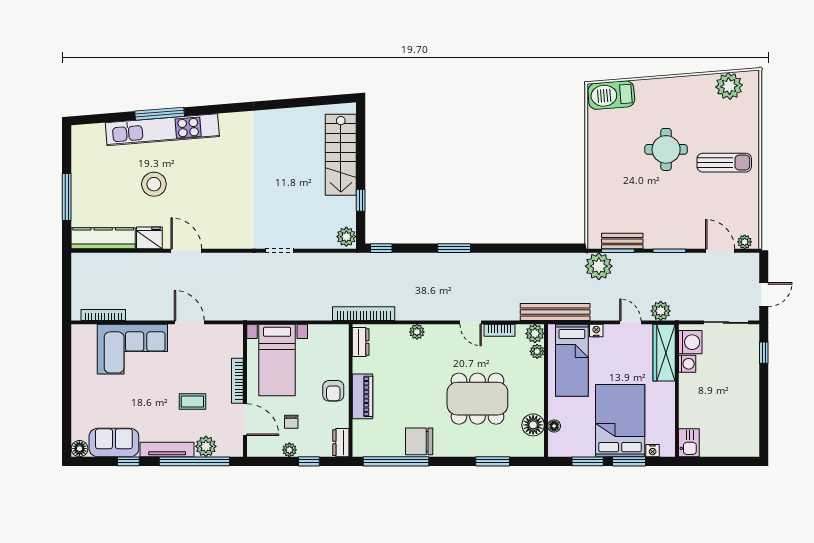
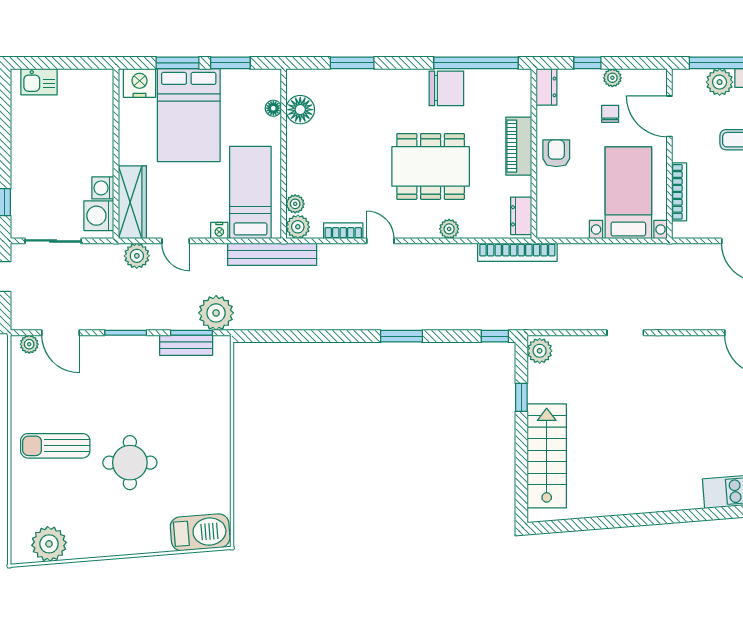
bookcase: (237, 381) -> (679, 192), moved
dining table: (477, 399) -> (431, 166), moved
kitchen sink: (689, 443) -> (39, 82), moved, turned -90
nightstand: (653, 451) -> (140, 83), width x1.89, depth x1.79

